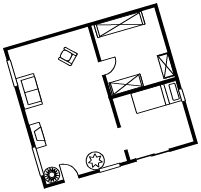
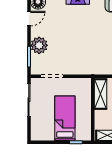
bed: (156, 97) -> (65, 118), moved

